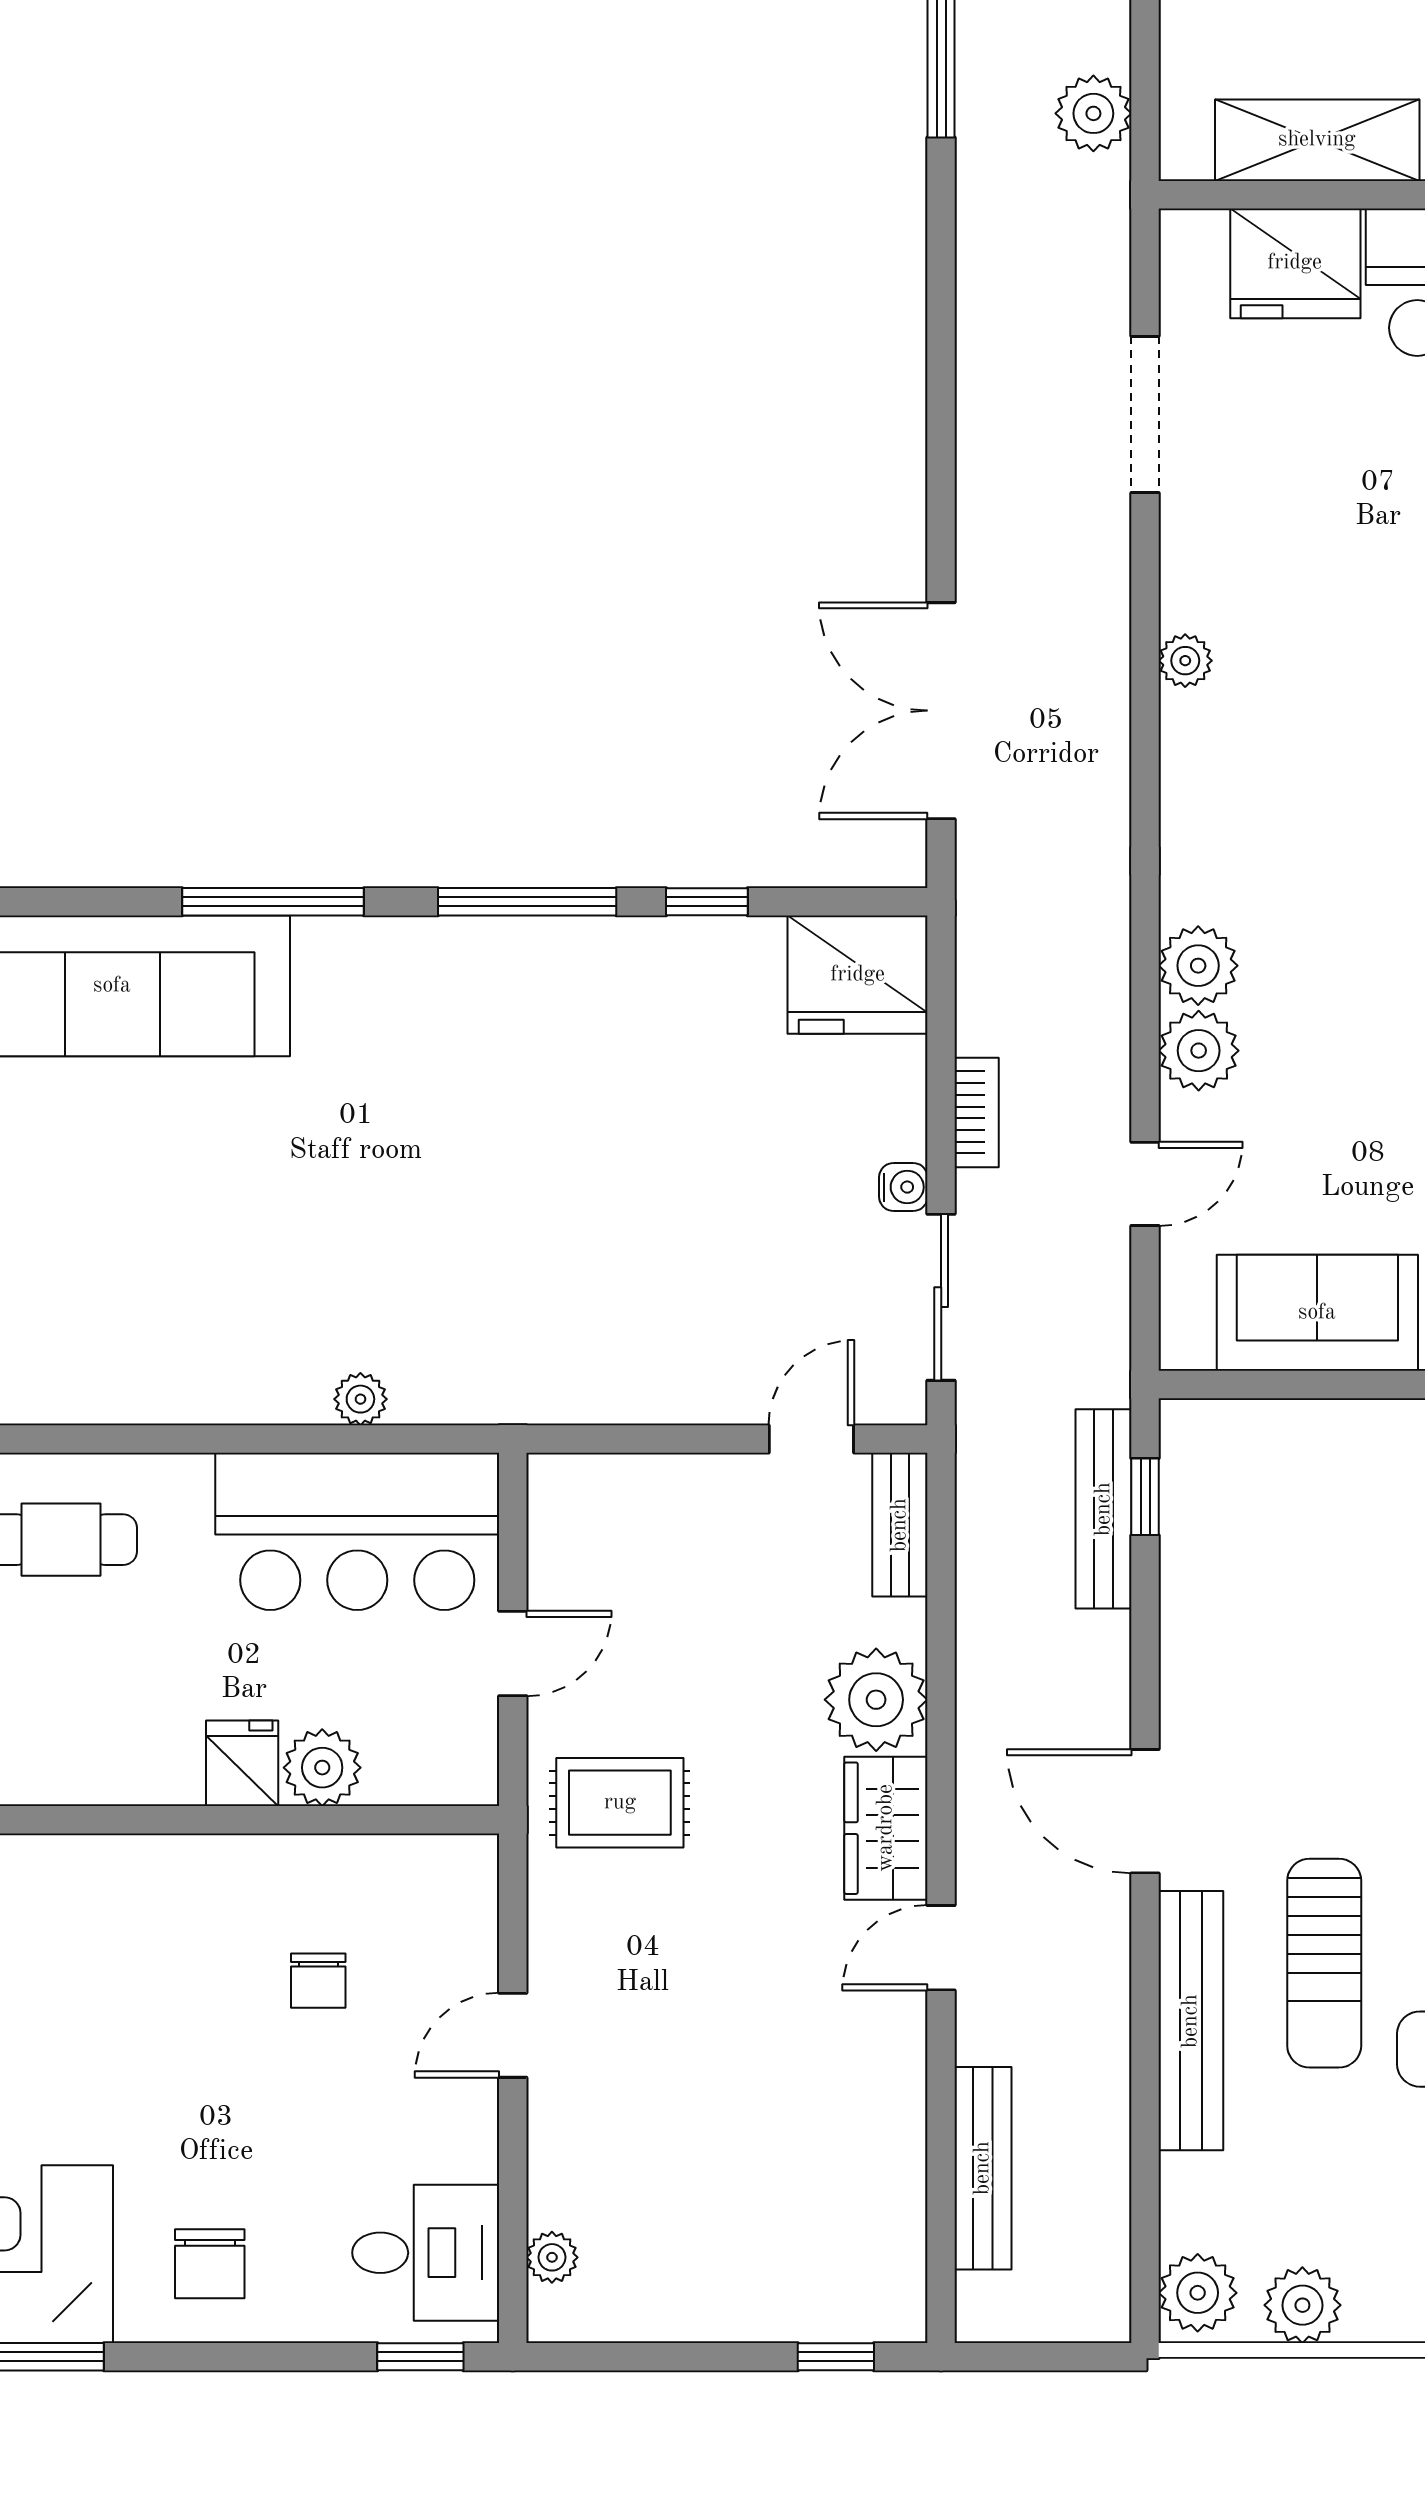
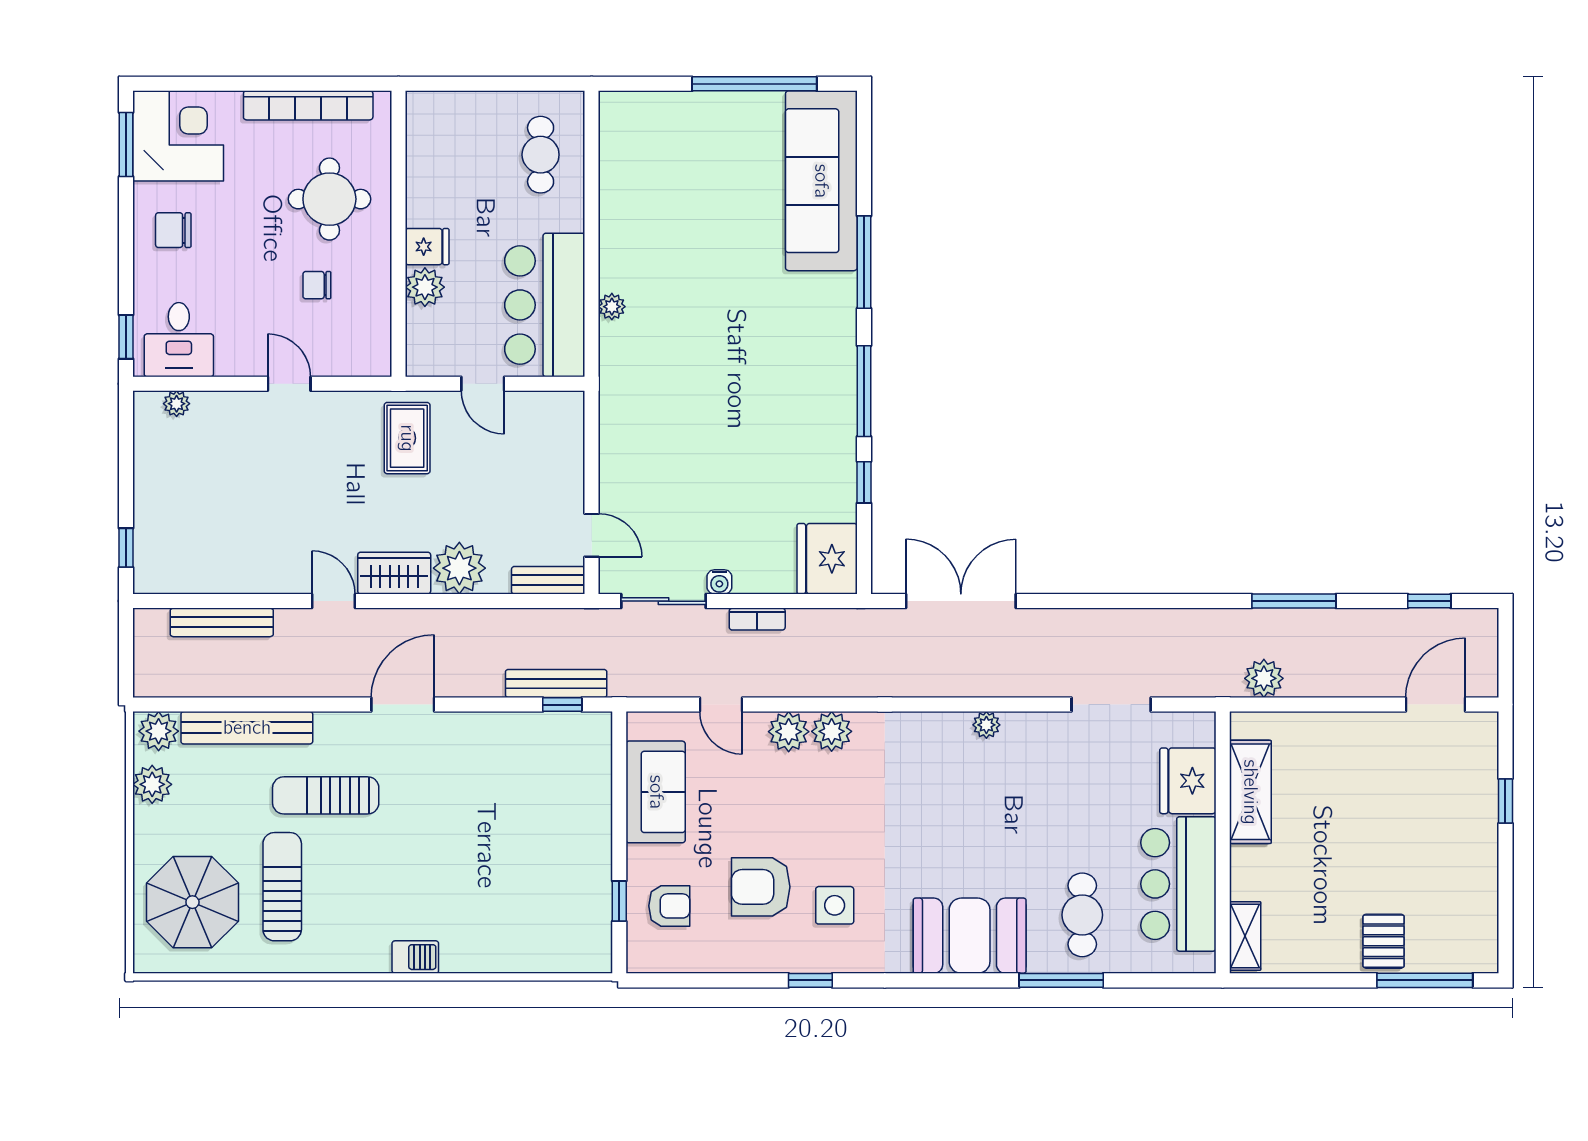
round table: (149, 1956) -> (329, 199), added
bench: (1191, 2021) -> (247, 728), moved

